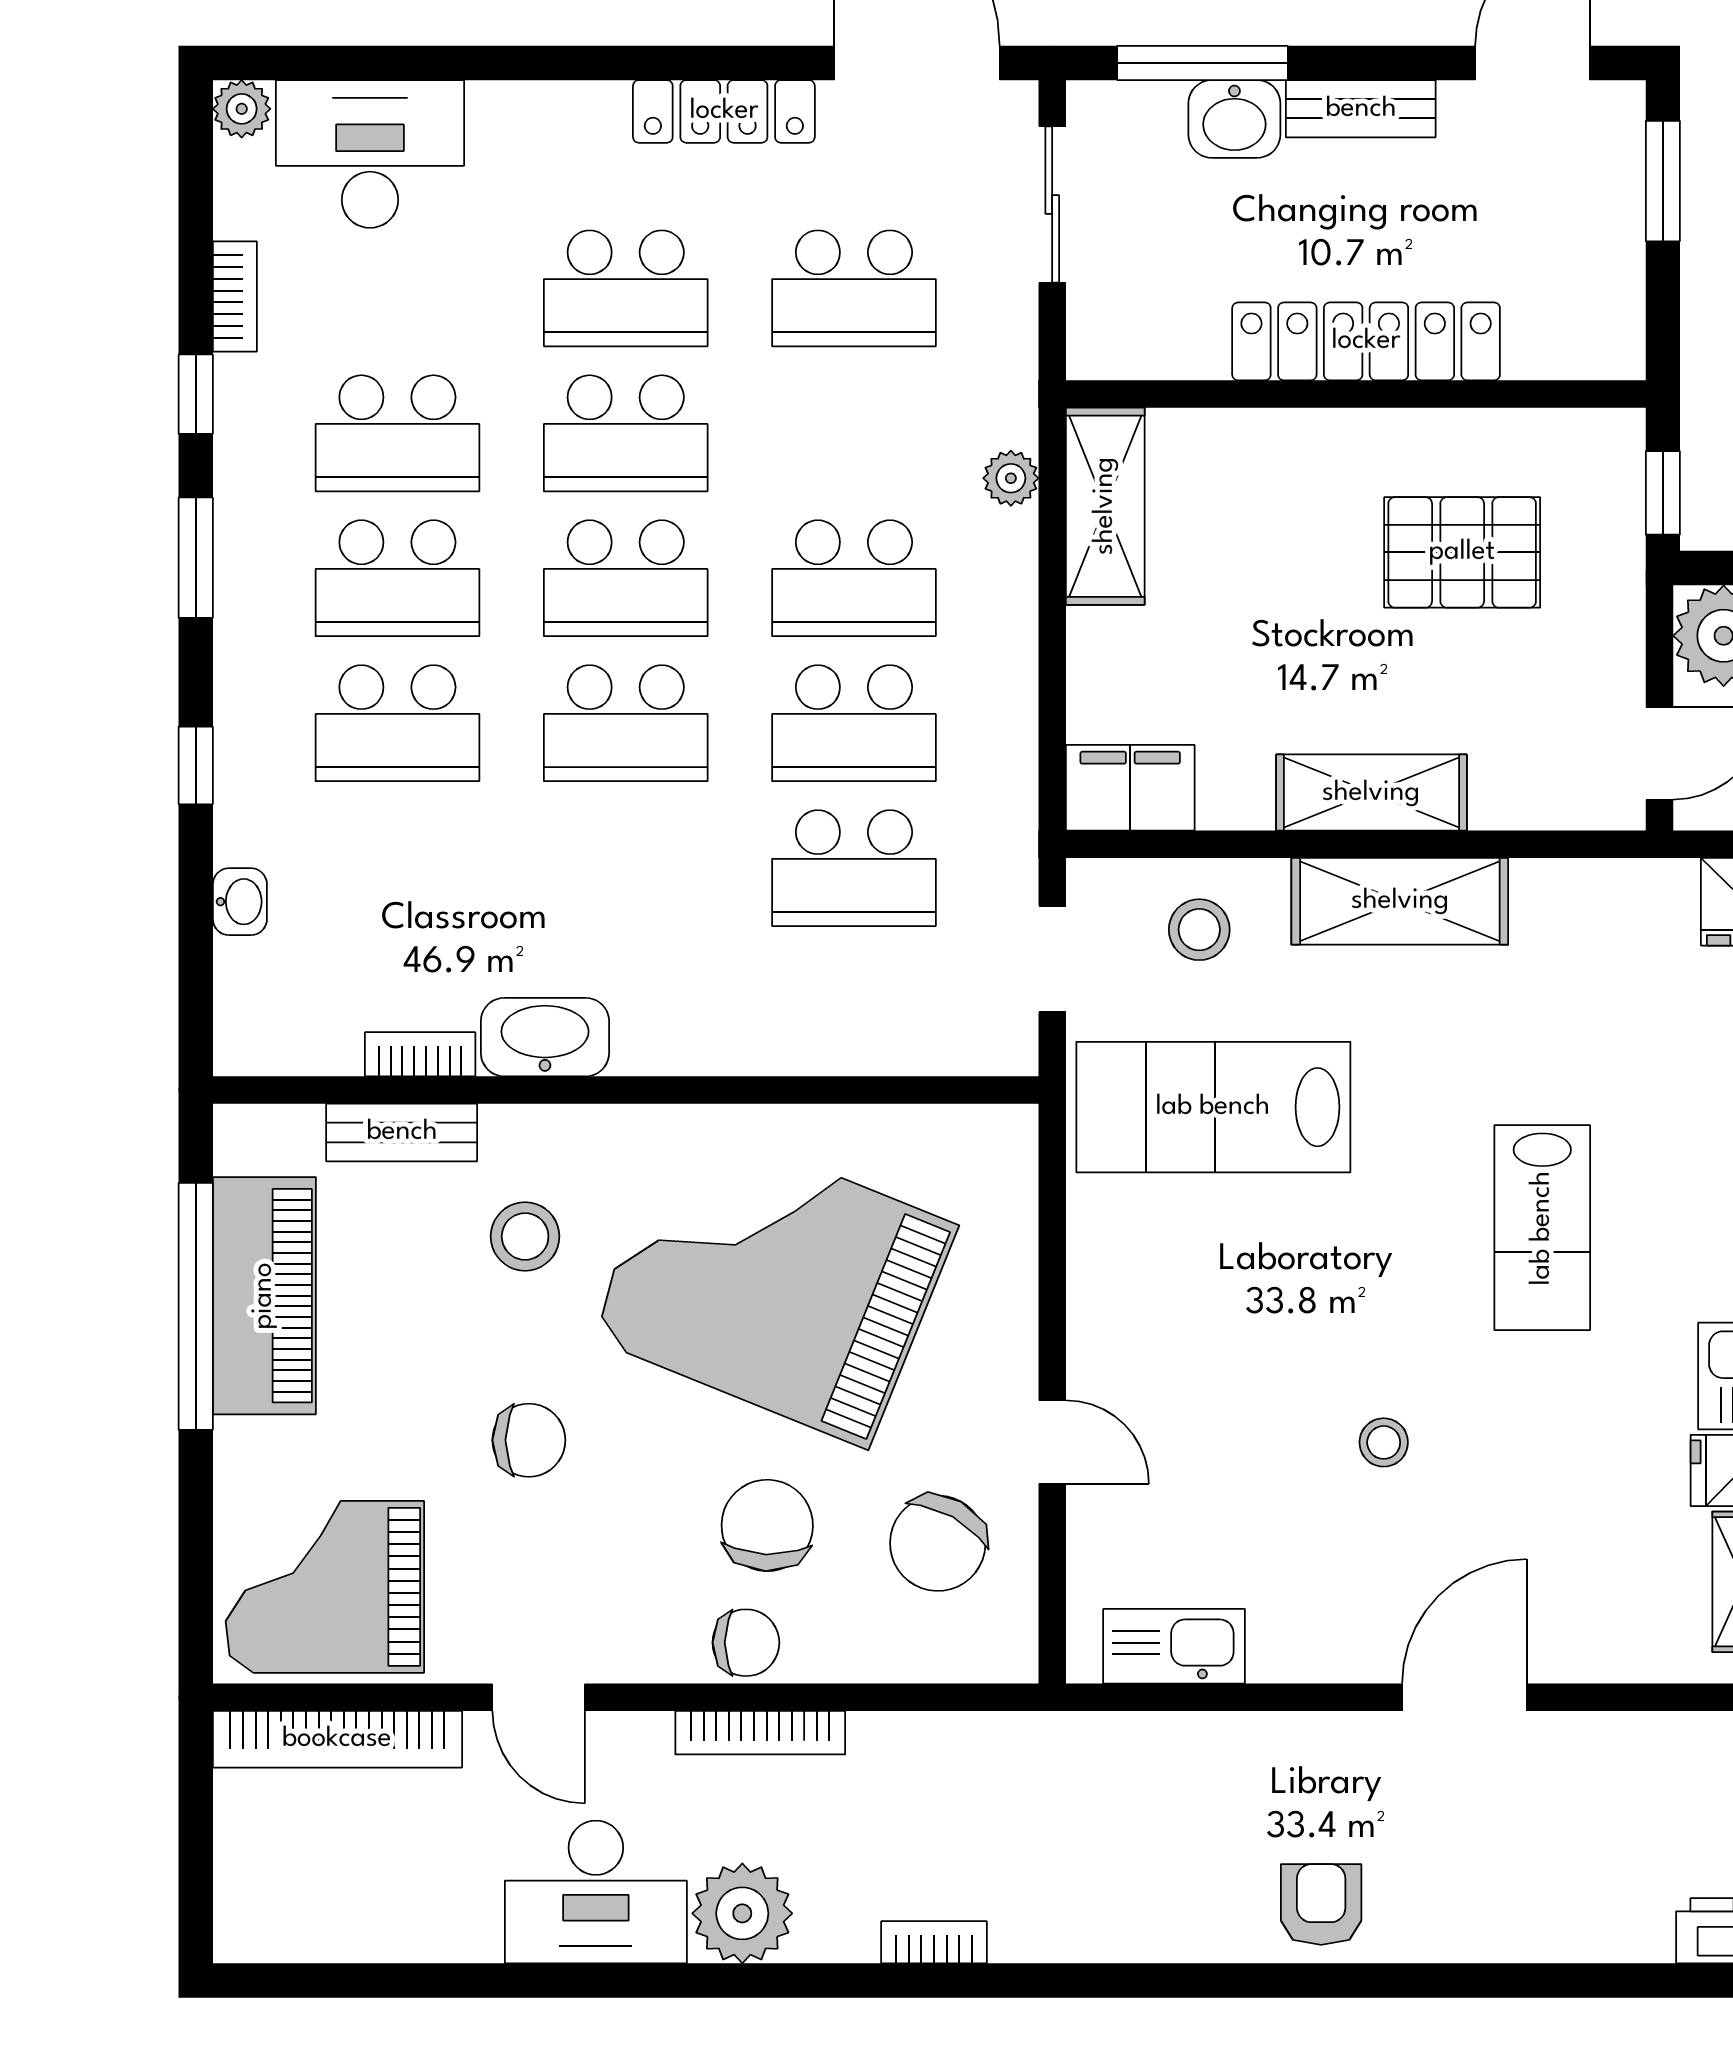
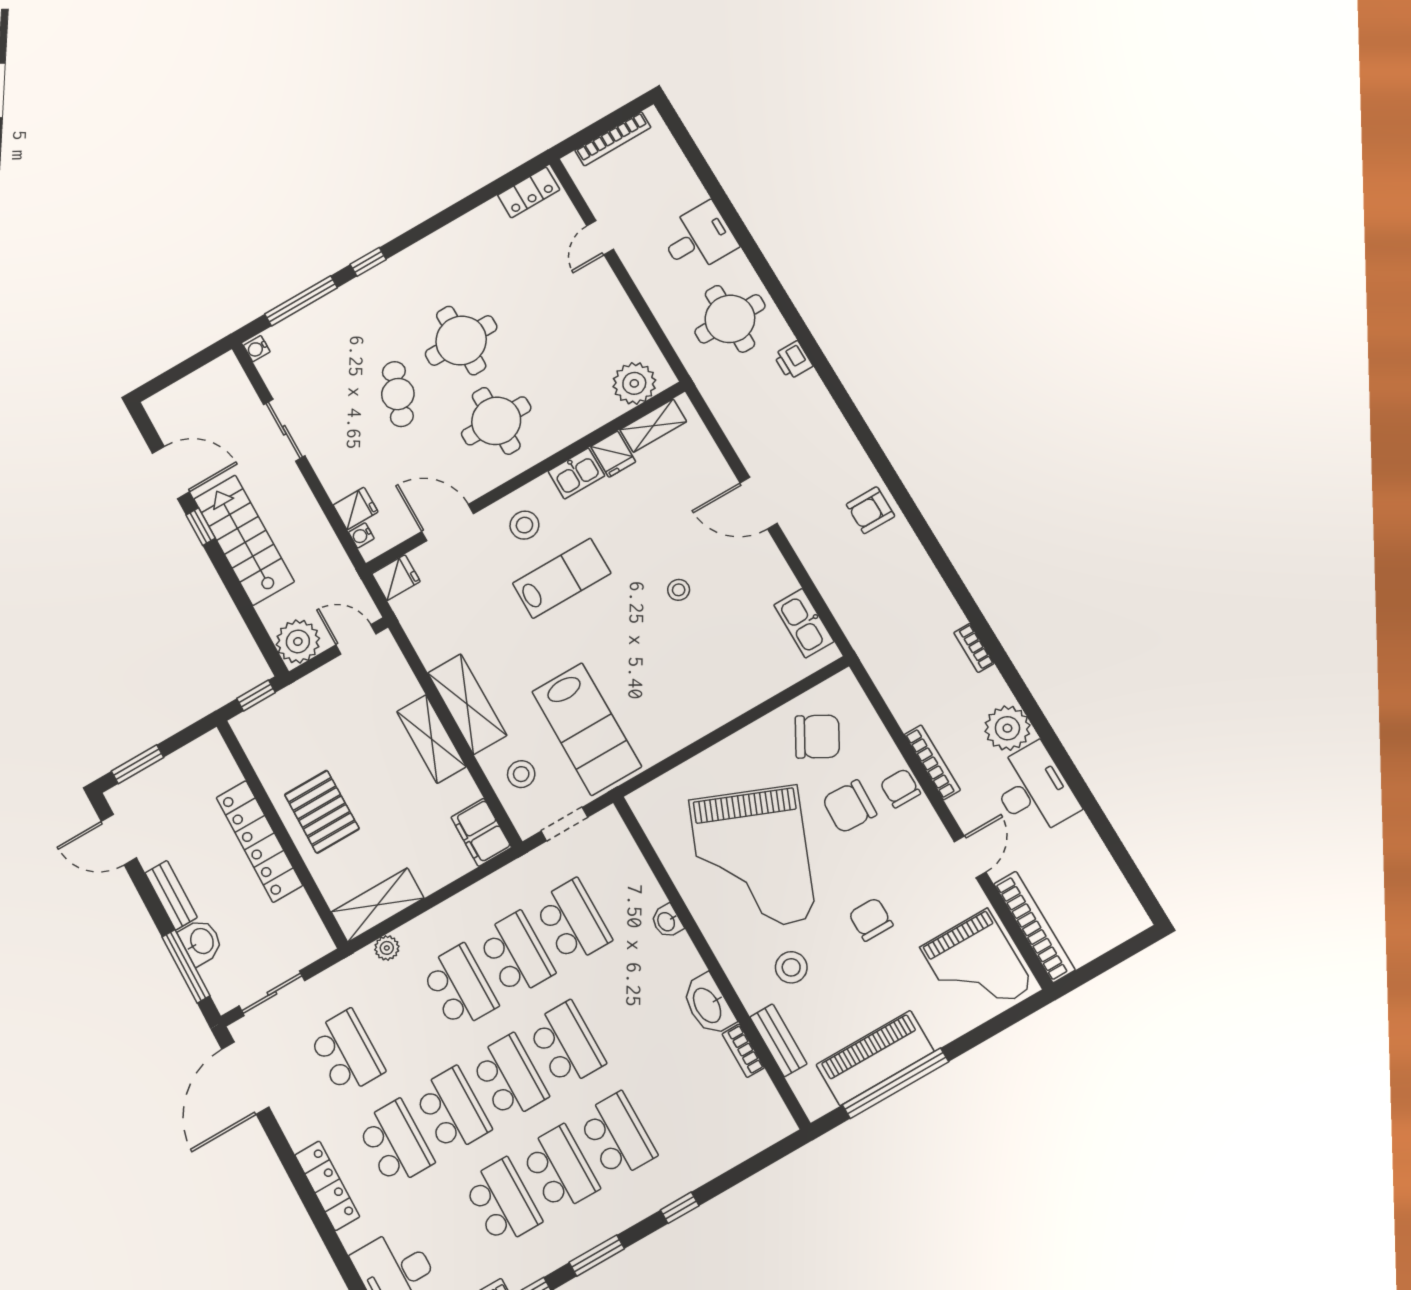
locker: (724, 111) -> (327, 1186), moved
pallet: (1462, 552) -> (322, 812), moved
washbasin: (240, 902) -> (667, 921), moved, turned -90
stool: (1693, 1215) -> (524, 525), added
door: (1052, 1442) -> (752, 715), removed

